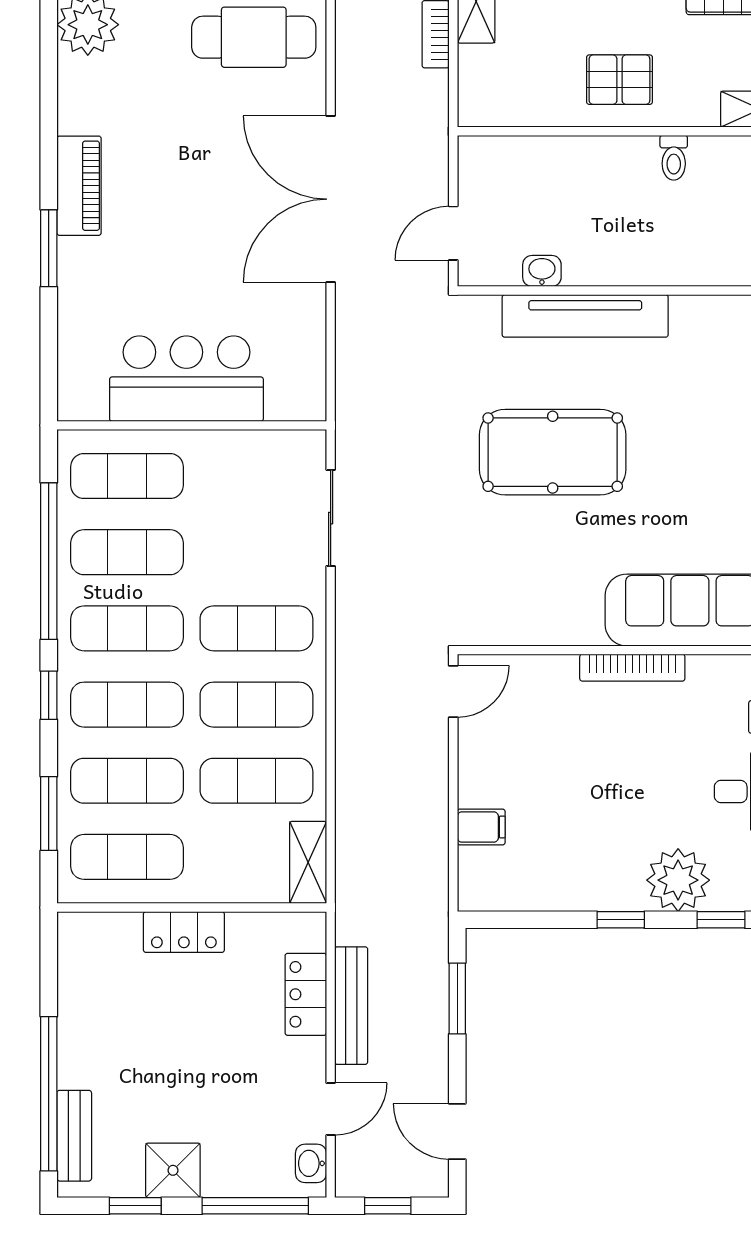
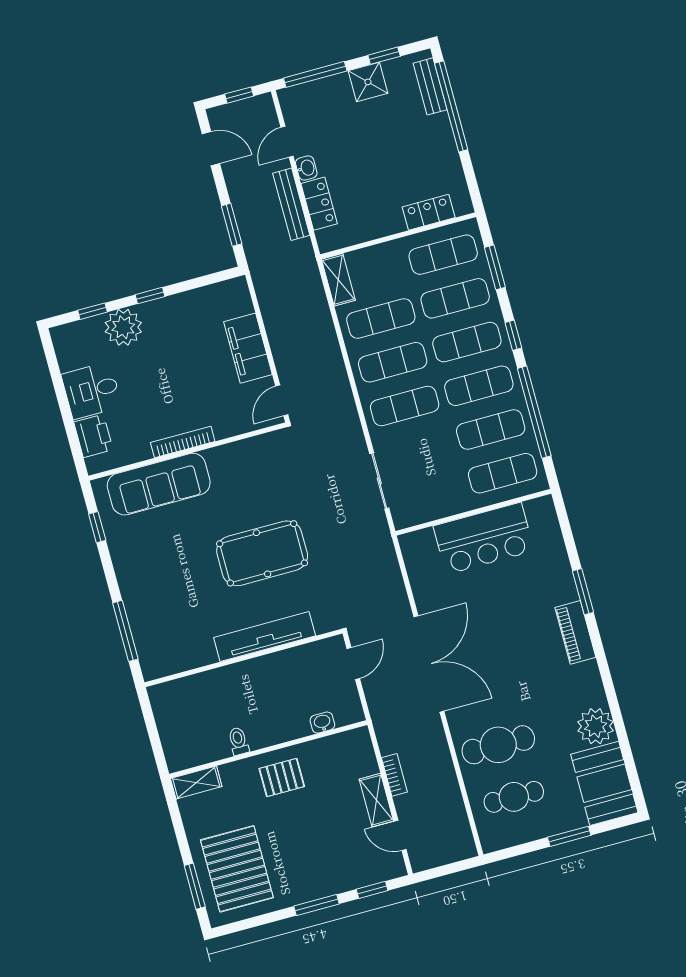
washbasin: (542, 271) -> (322, 723), moved, turned 180
filing cabinet: (481, 827) -> (248, 348), width x3.00, depth x1.17
locker: (184, 932) -> (429, 212), moved
washbasin: (311, 1163) -> (306, 168), moved

